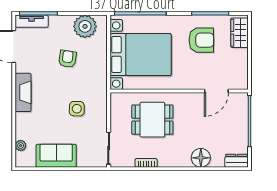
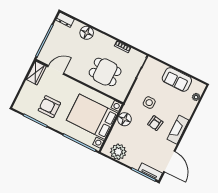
wardrobe: (239, 33) -> (36, 73), moved
armchair: (67, 59) -> (155, 123), moved
floor lamp: (98, 72) -> (124, 119), added

